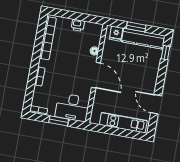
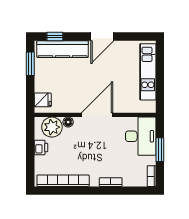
window: (136, 27) -> (30, 64), moved
plant: (93, 37) -> (52, 127), added
kitchen counter: (143, 39) -> (63, 49), moved, turned 90
door: (156, 104) -> (102, 37), moved

